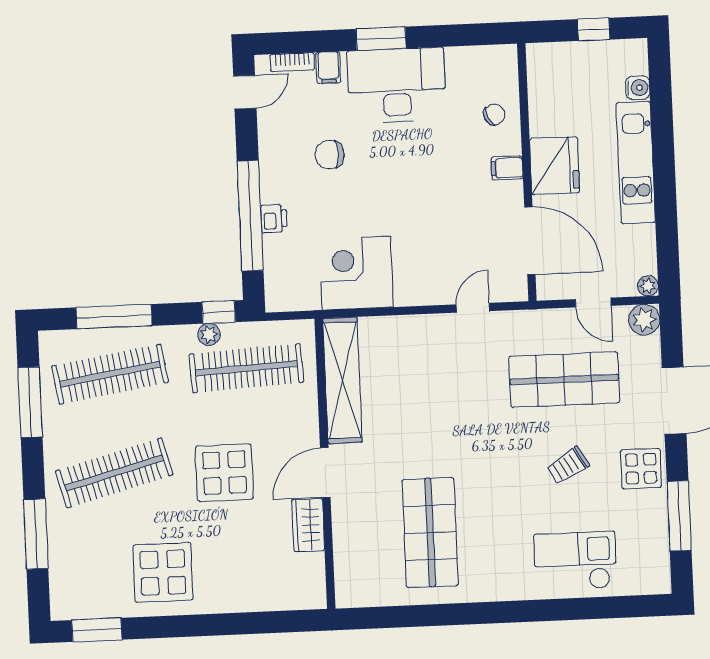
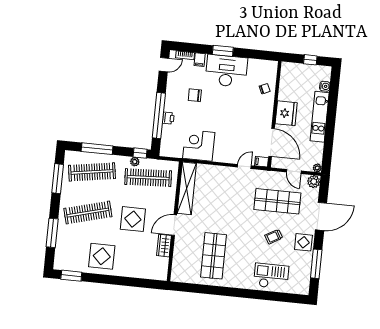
filing cabinet: (507, 168) -> (262, 162), moved

